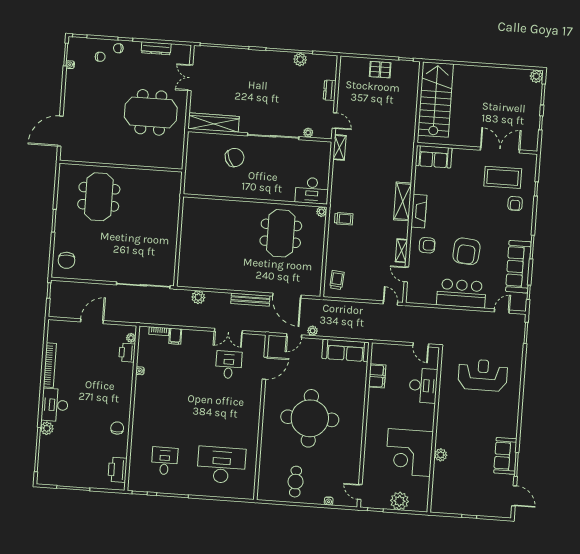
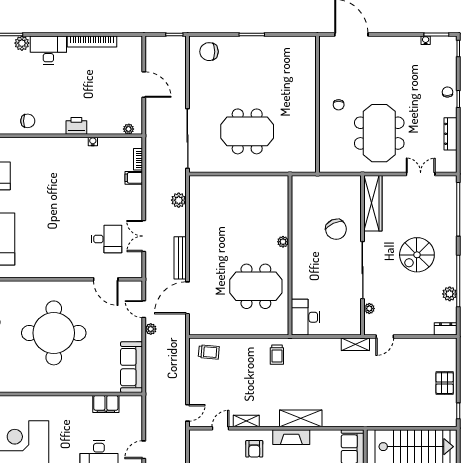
chair: (100, 57) -> (339, 105), moved
spiral stairs: (263, 86) -> (417, 255), added
dresser: (330, 90) -> (446, 329), moved
meeting table: (99, 197) -> (247, 131), moved
plant: (321, 212) -> (283, 242), moved
printer: (127, 353) -> (76, 126), moved

